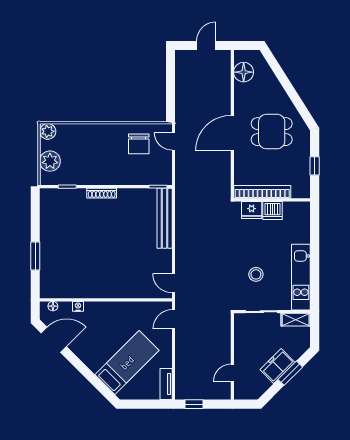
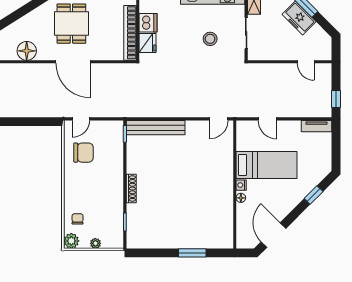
floor lamp: (244, 72) -> (27, 51), moved
chair: (70, 138) -> (78, 219), added
plant: (50, 161) -> (95, 243), width x0.53, depth x0.53
floor lamp: (53, 306) -> (241, 198), moved
nightstand: (78, 306) -> (241, 185), moved
door: (173, 319) -> (267, 119), moved
bed: (127, 363) -> (267, 165), moved, turned 135
window: (95, 381) -> (314, 195), added

